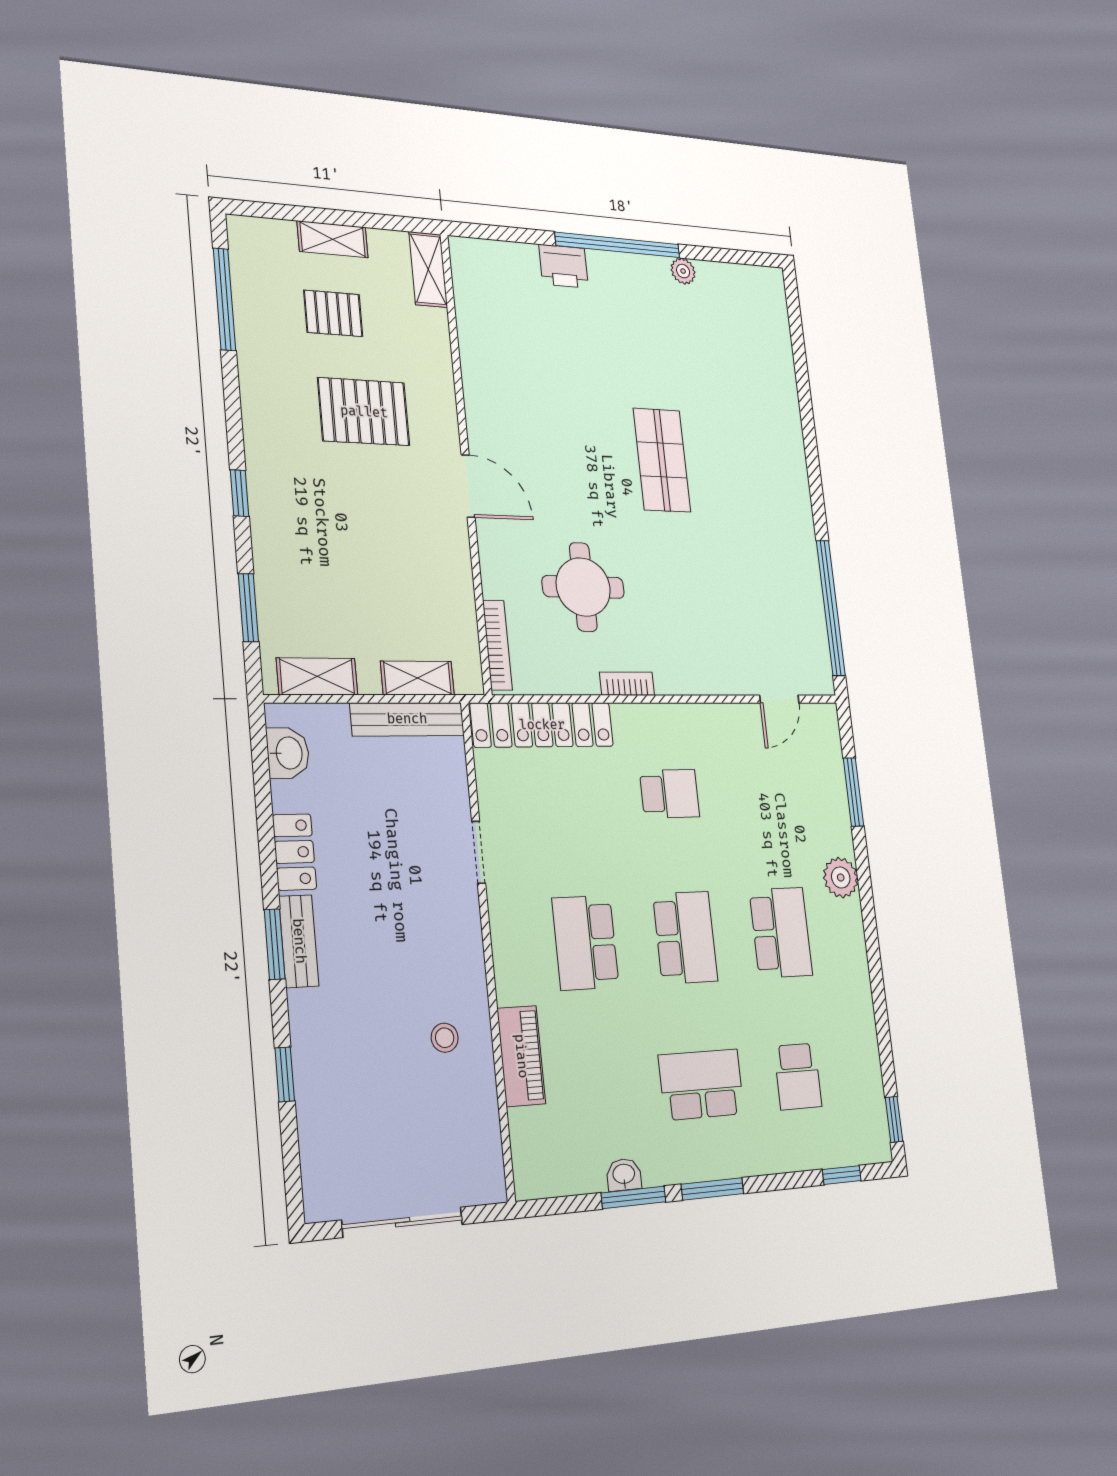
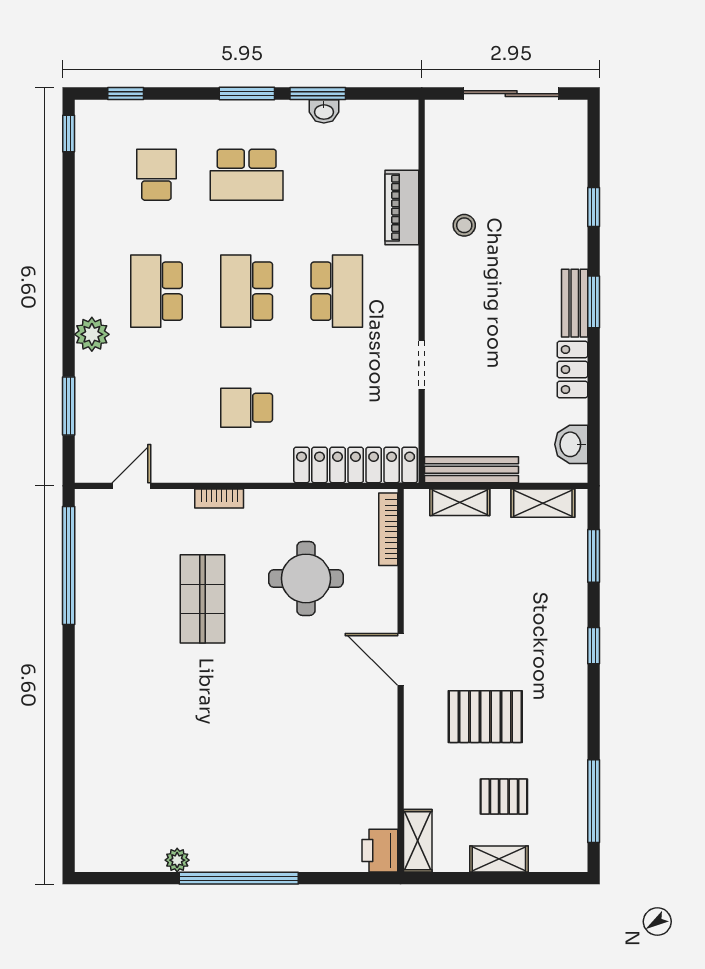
printer: (564, 266) -> (380, 851), moved, turned -90
shop shelf: (662, 460) -> (202, 599), moved
bookcase: (627, 684) -> (219, 499), moved

